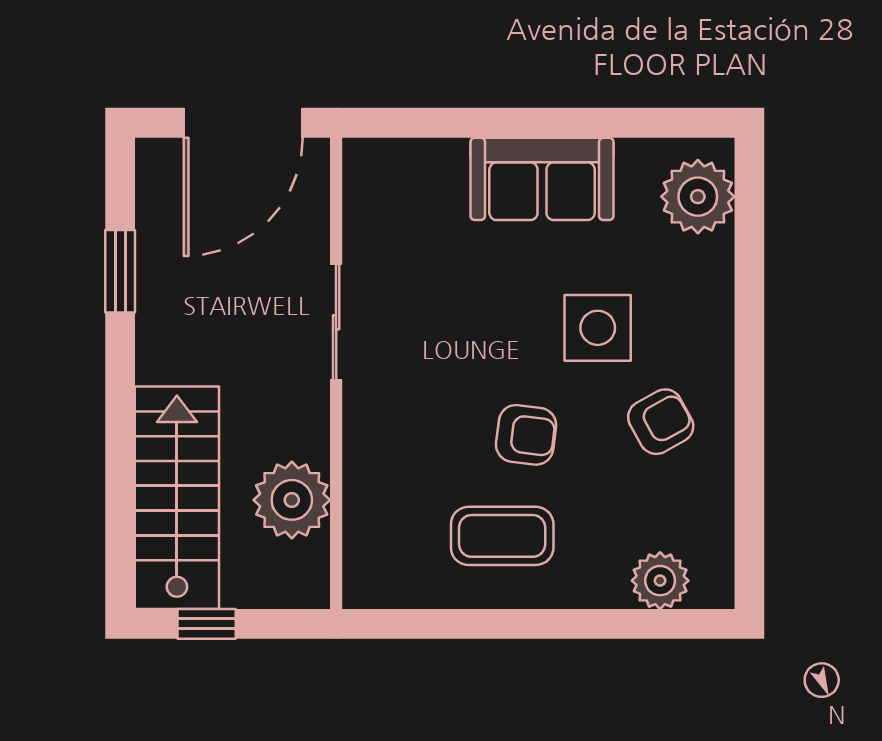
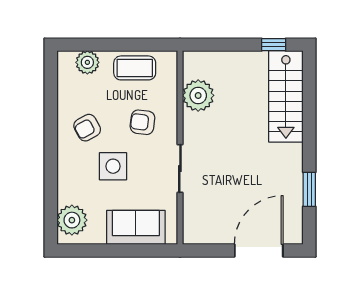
sliding door: (336, 322) -> (180, 168), moved
wall: (336, 373) -> (180, 148), moved
plant: (292, 500) -> (198, 95), moved
coffee table: (502, 536) -> (135, 68), moved

